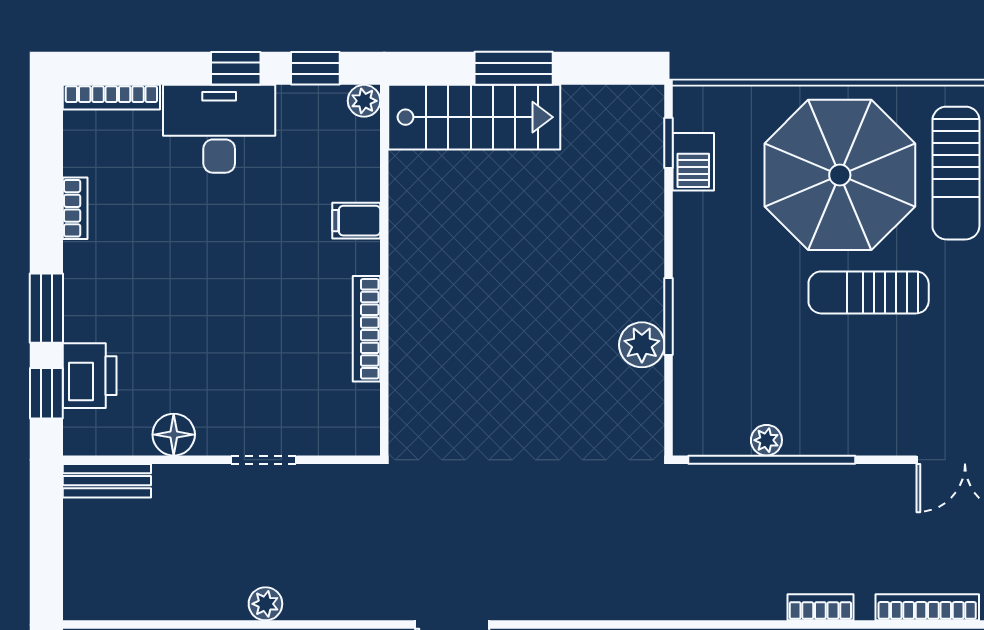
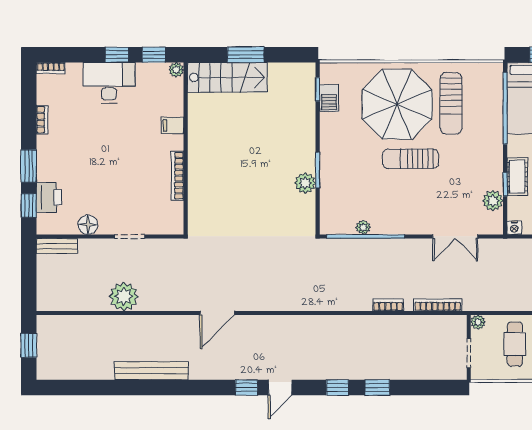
bookcase: (111, 97) -> (51, 68), width x0.64
plant: (265, 604) -> (124, 297), width x1.88, depth x1.88

